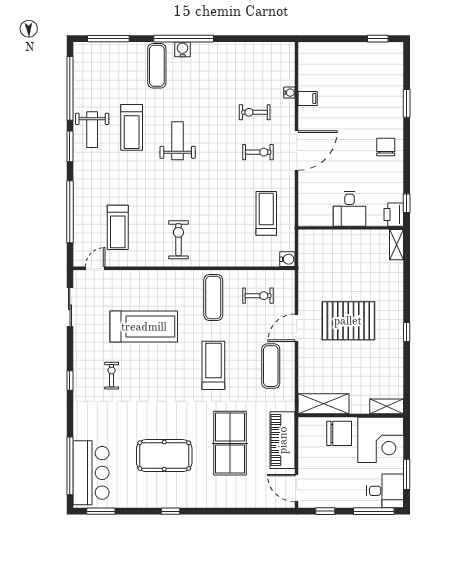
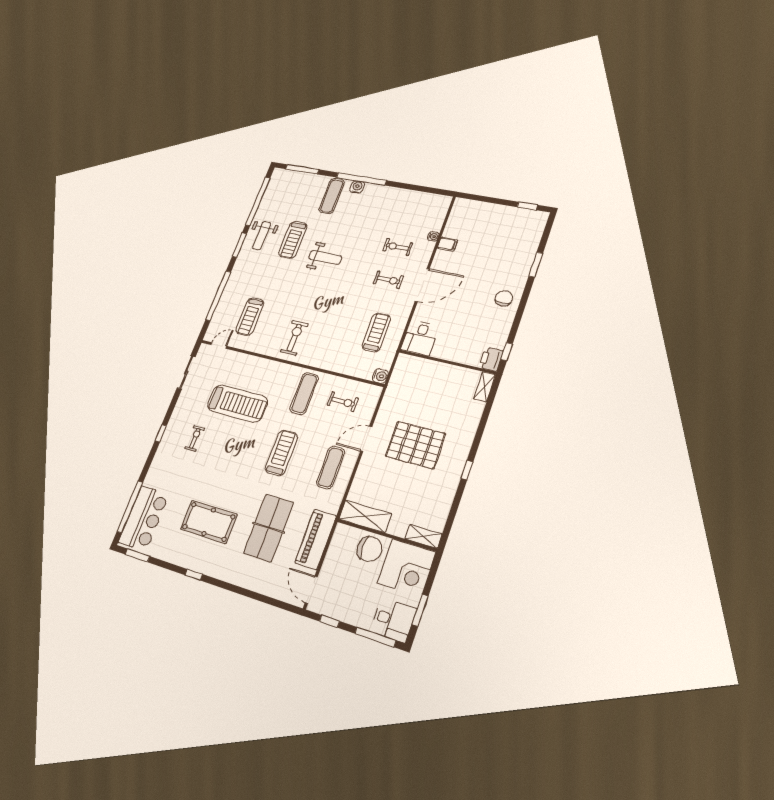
weight bench: (178, 141) -> (325, 257), turned 90
desk: (350, 209) -> (420, 338), moved

